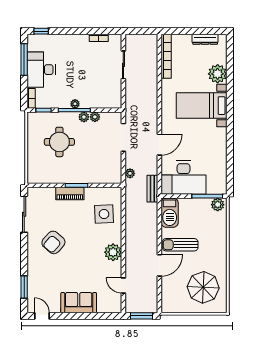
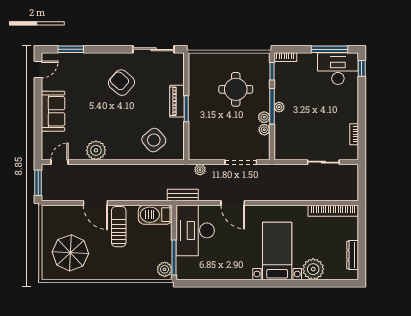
desk: (41, 70) -> (338, 69), moved
side table: (104, 214) -> (154, 140), turned -37
plant: (113, 252) -> (96, 150), moved
door: (123, 286) -> (60, 162), moved

